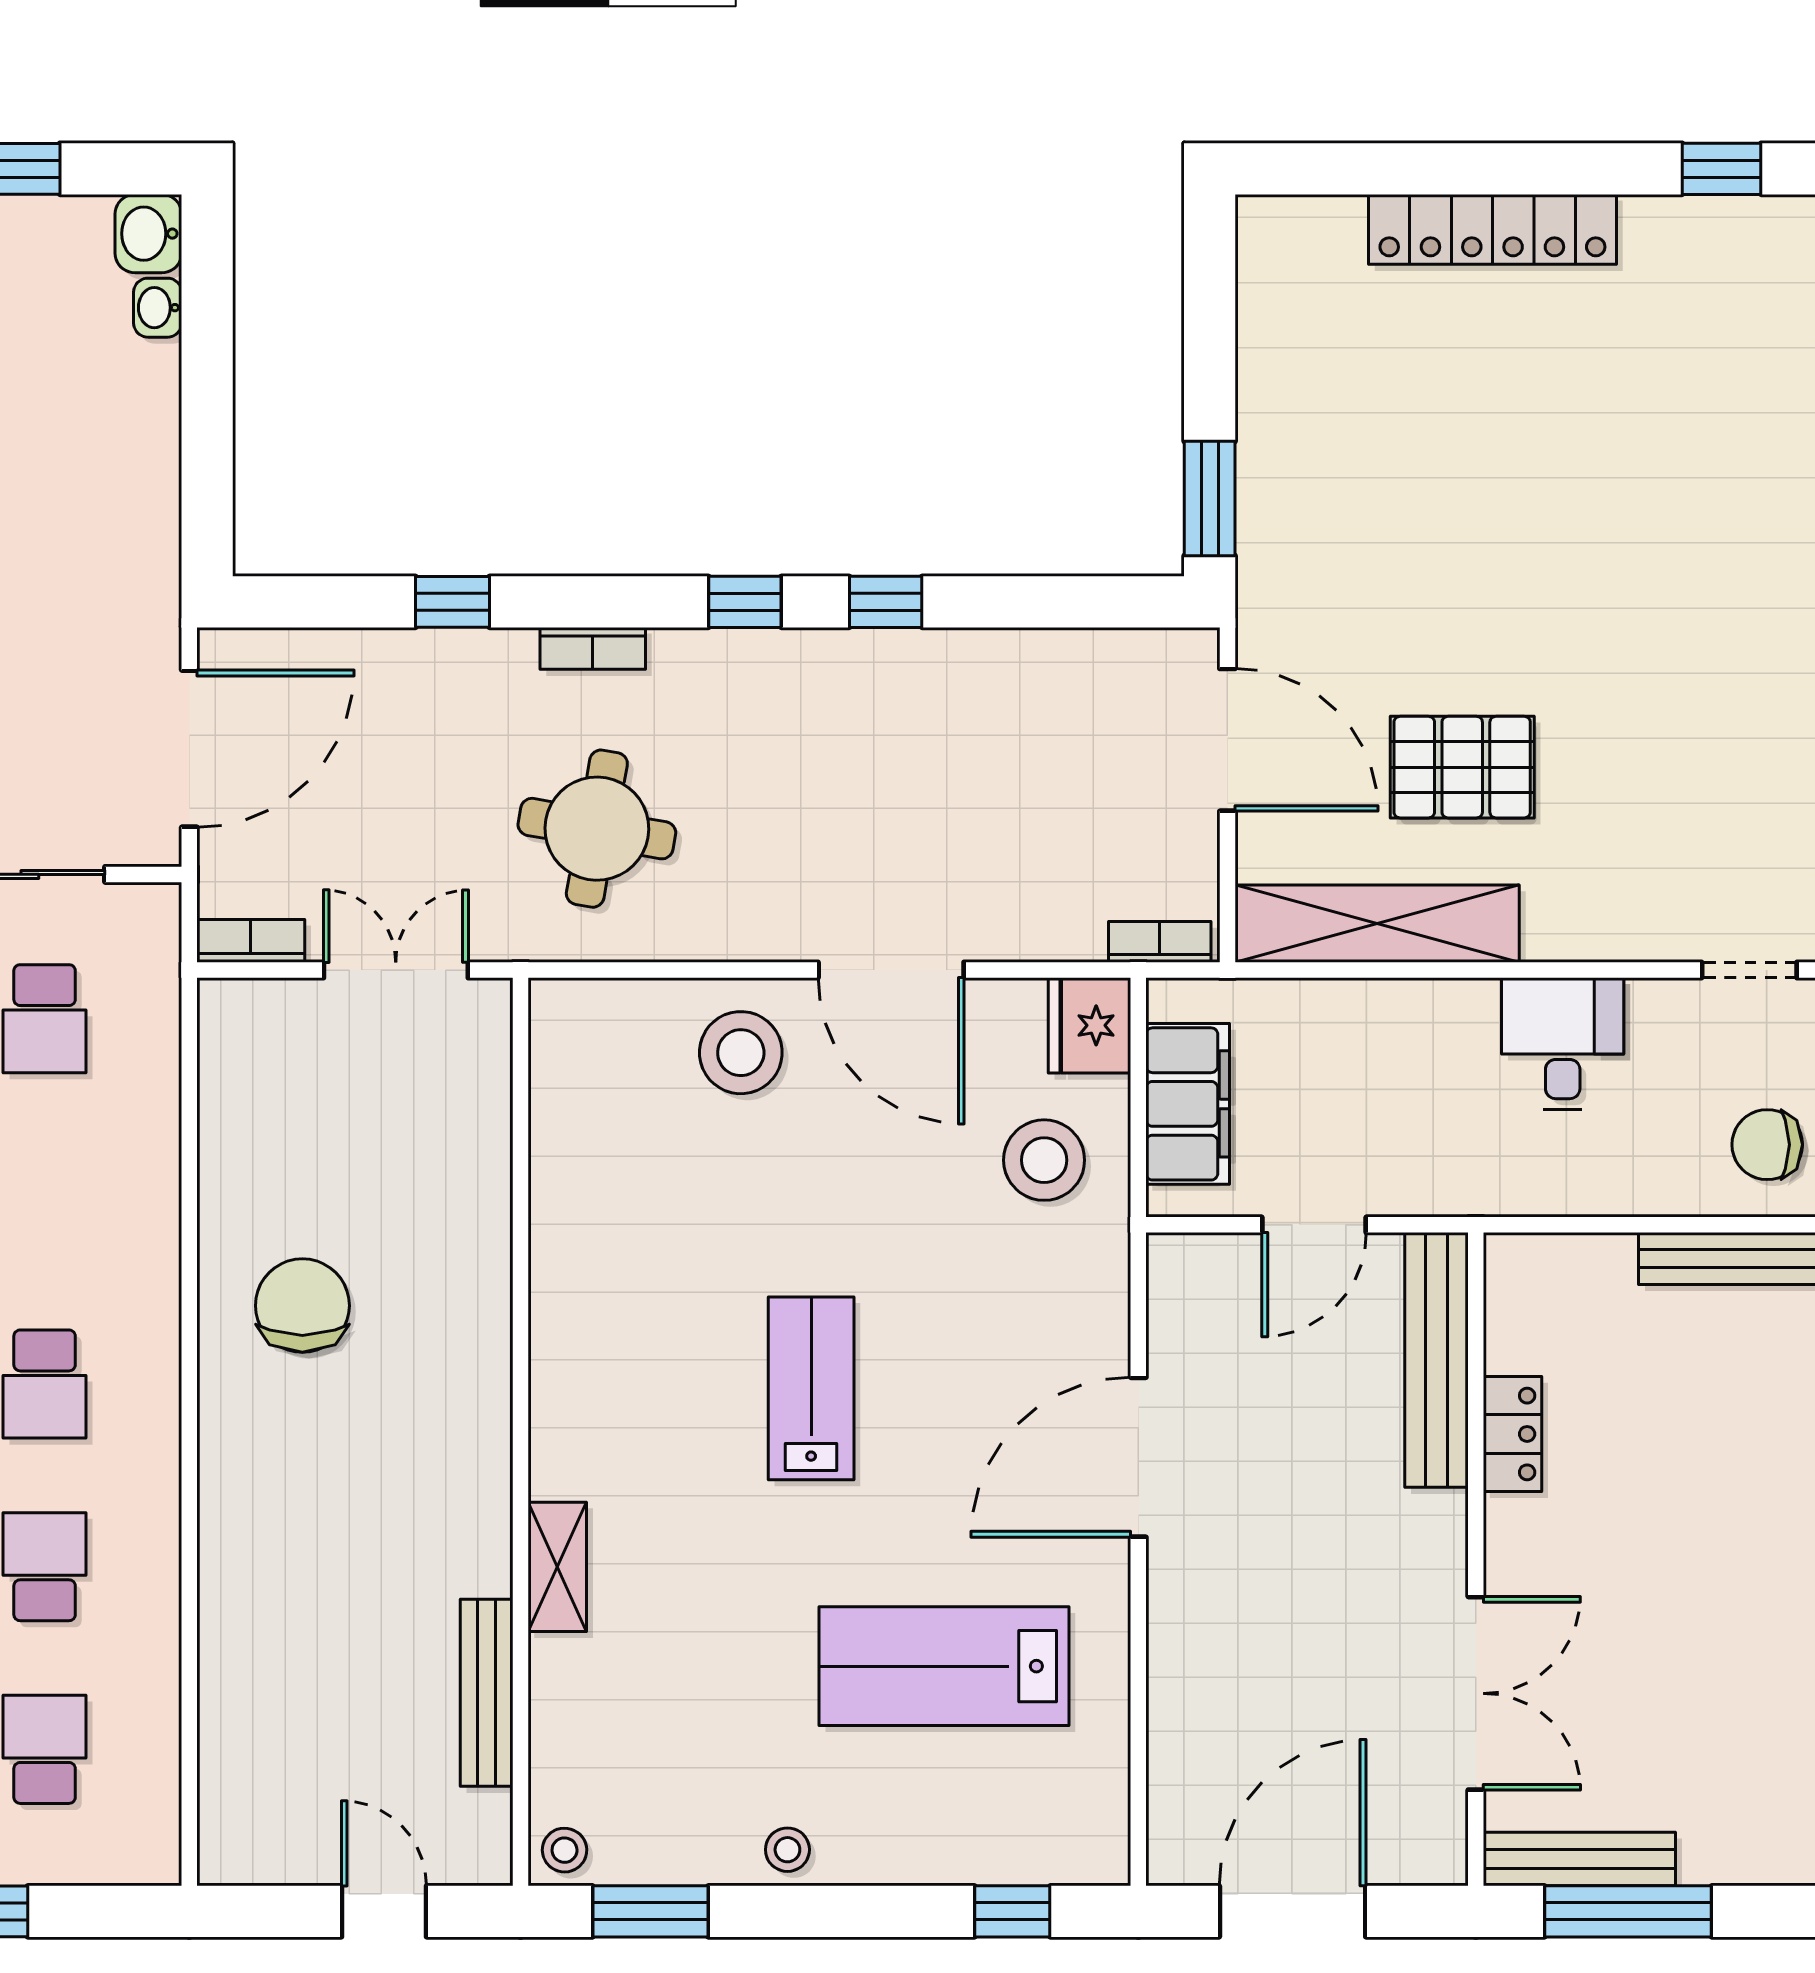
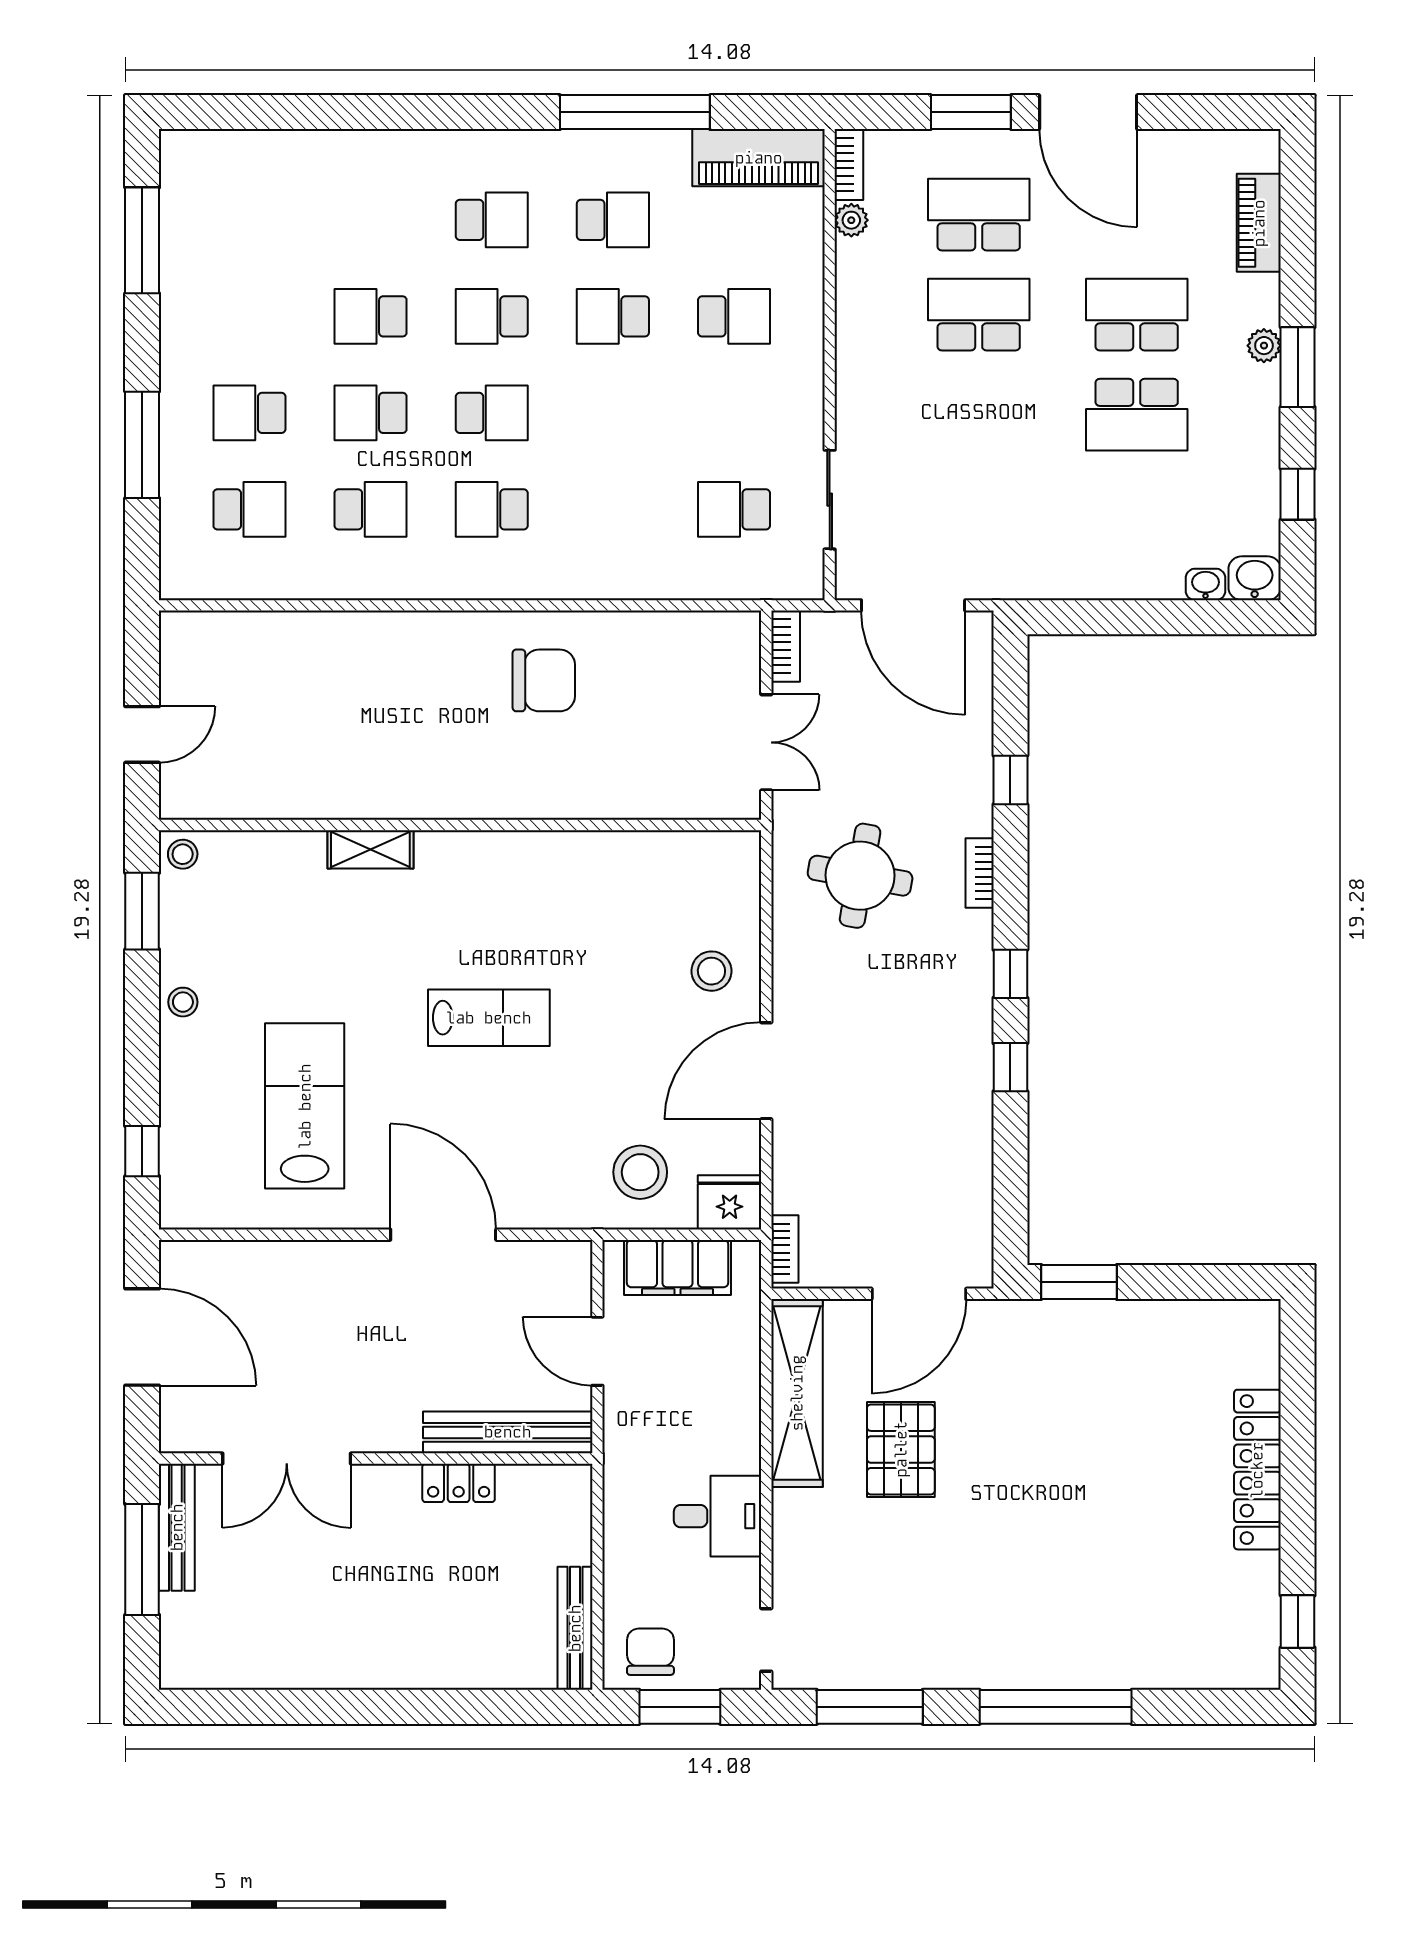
stool: (741, 1053) -> (711, 971), width x0.73, depth x0.73
bench: (487, 1693) -> (287, 803), removed

